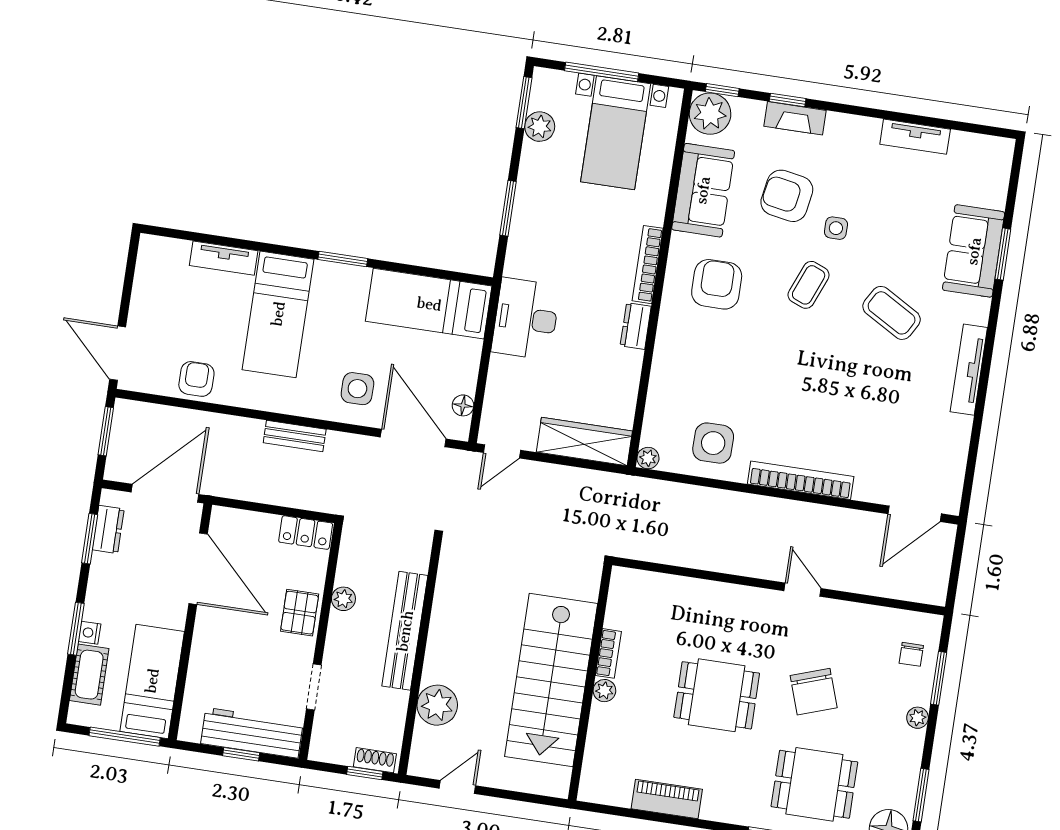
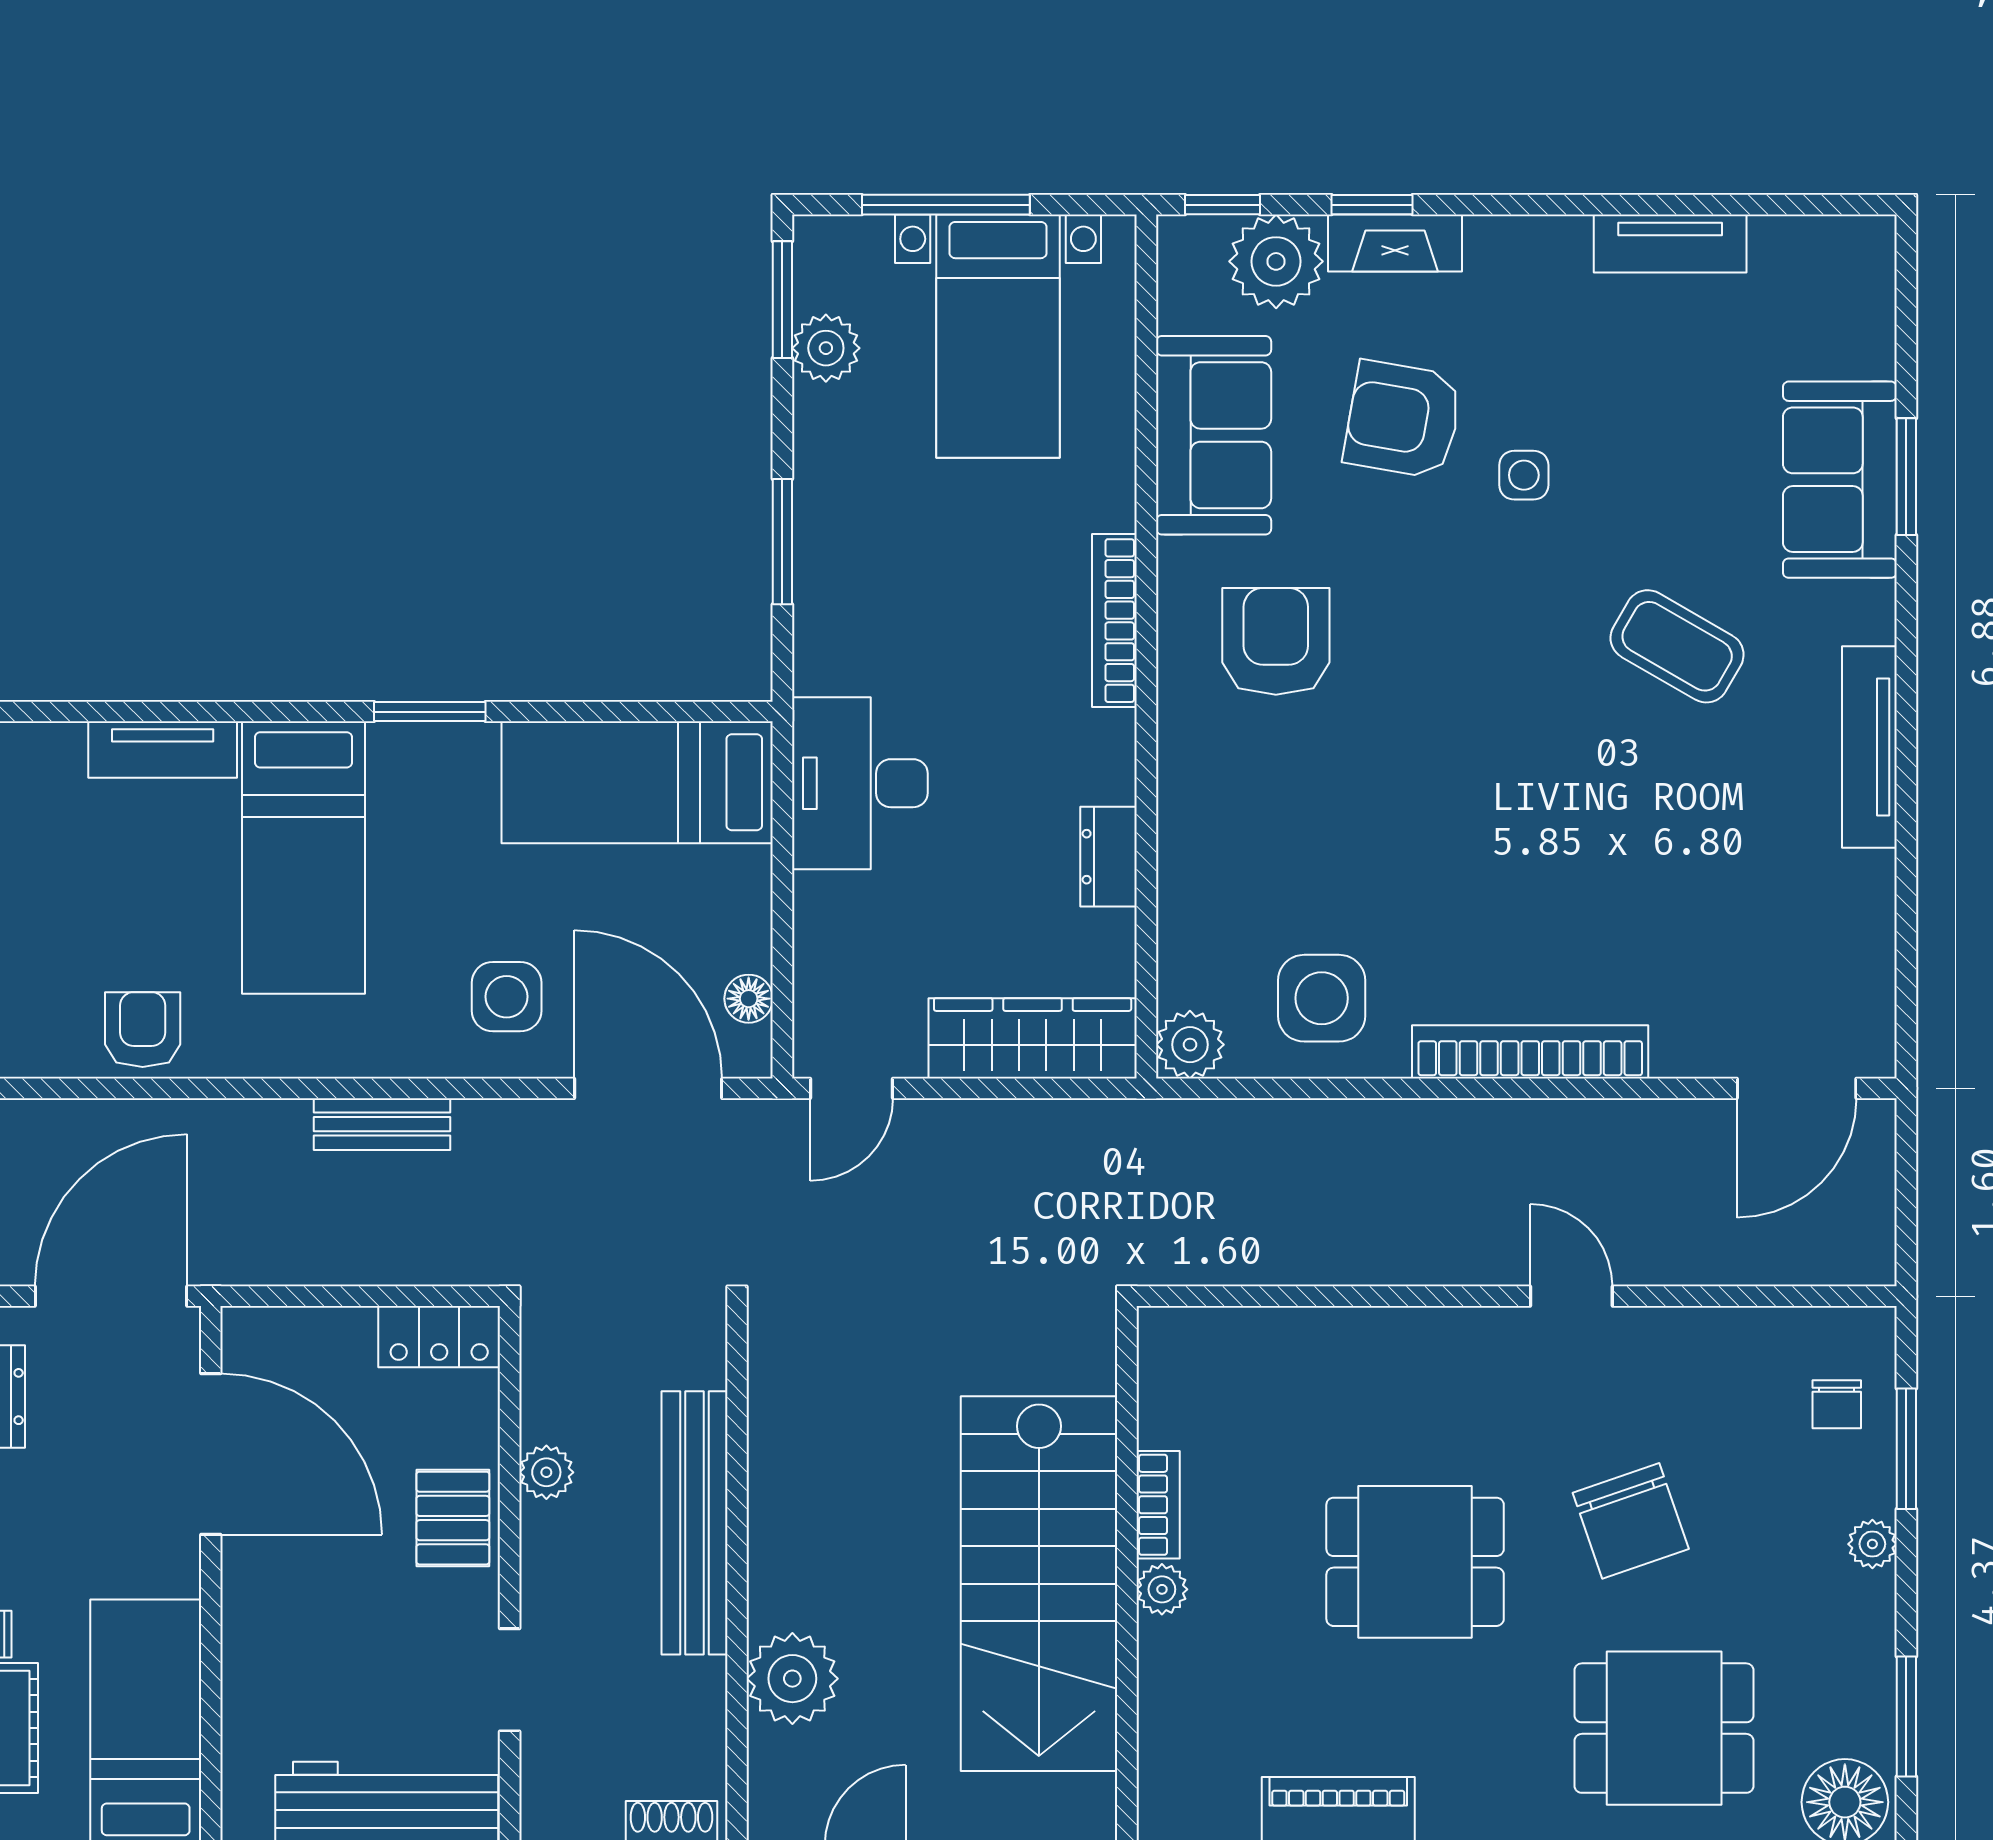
plant: (710, 114) -> (1276, 261), moved
coffee table: (809, 285) -> (1482, 612), removed
dresser: (636, 326) -> (1108, 857), moved
plant: (648, 458) -> (1190, 1045), width x1.38, depth x1.38

